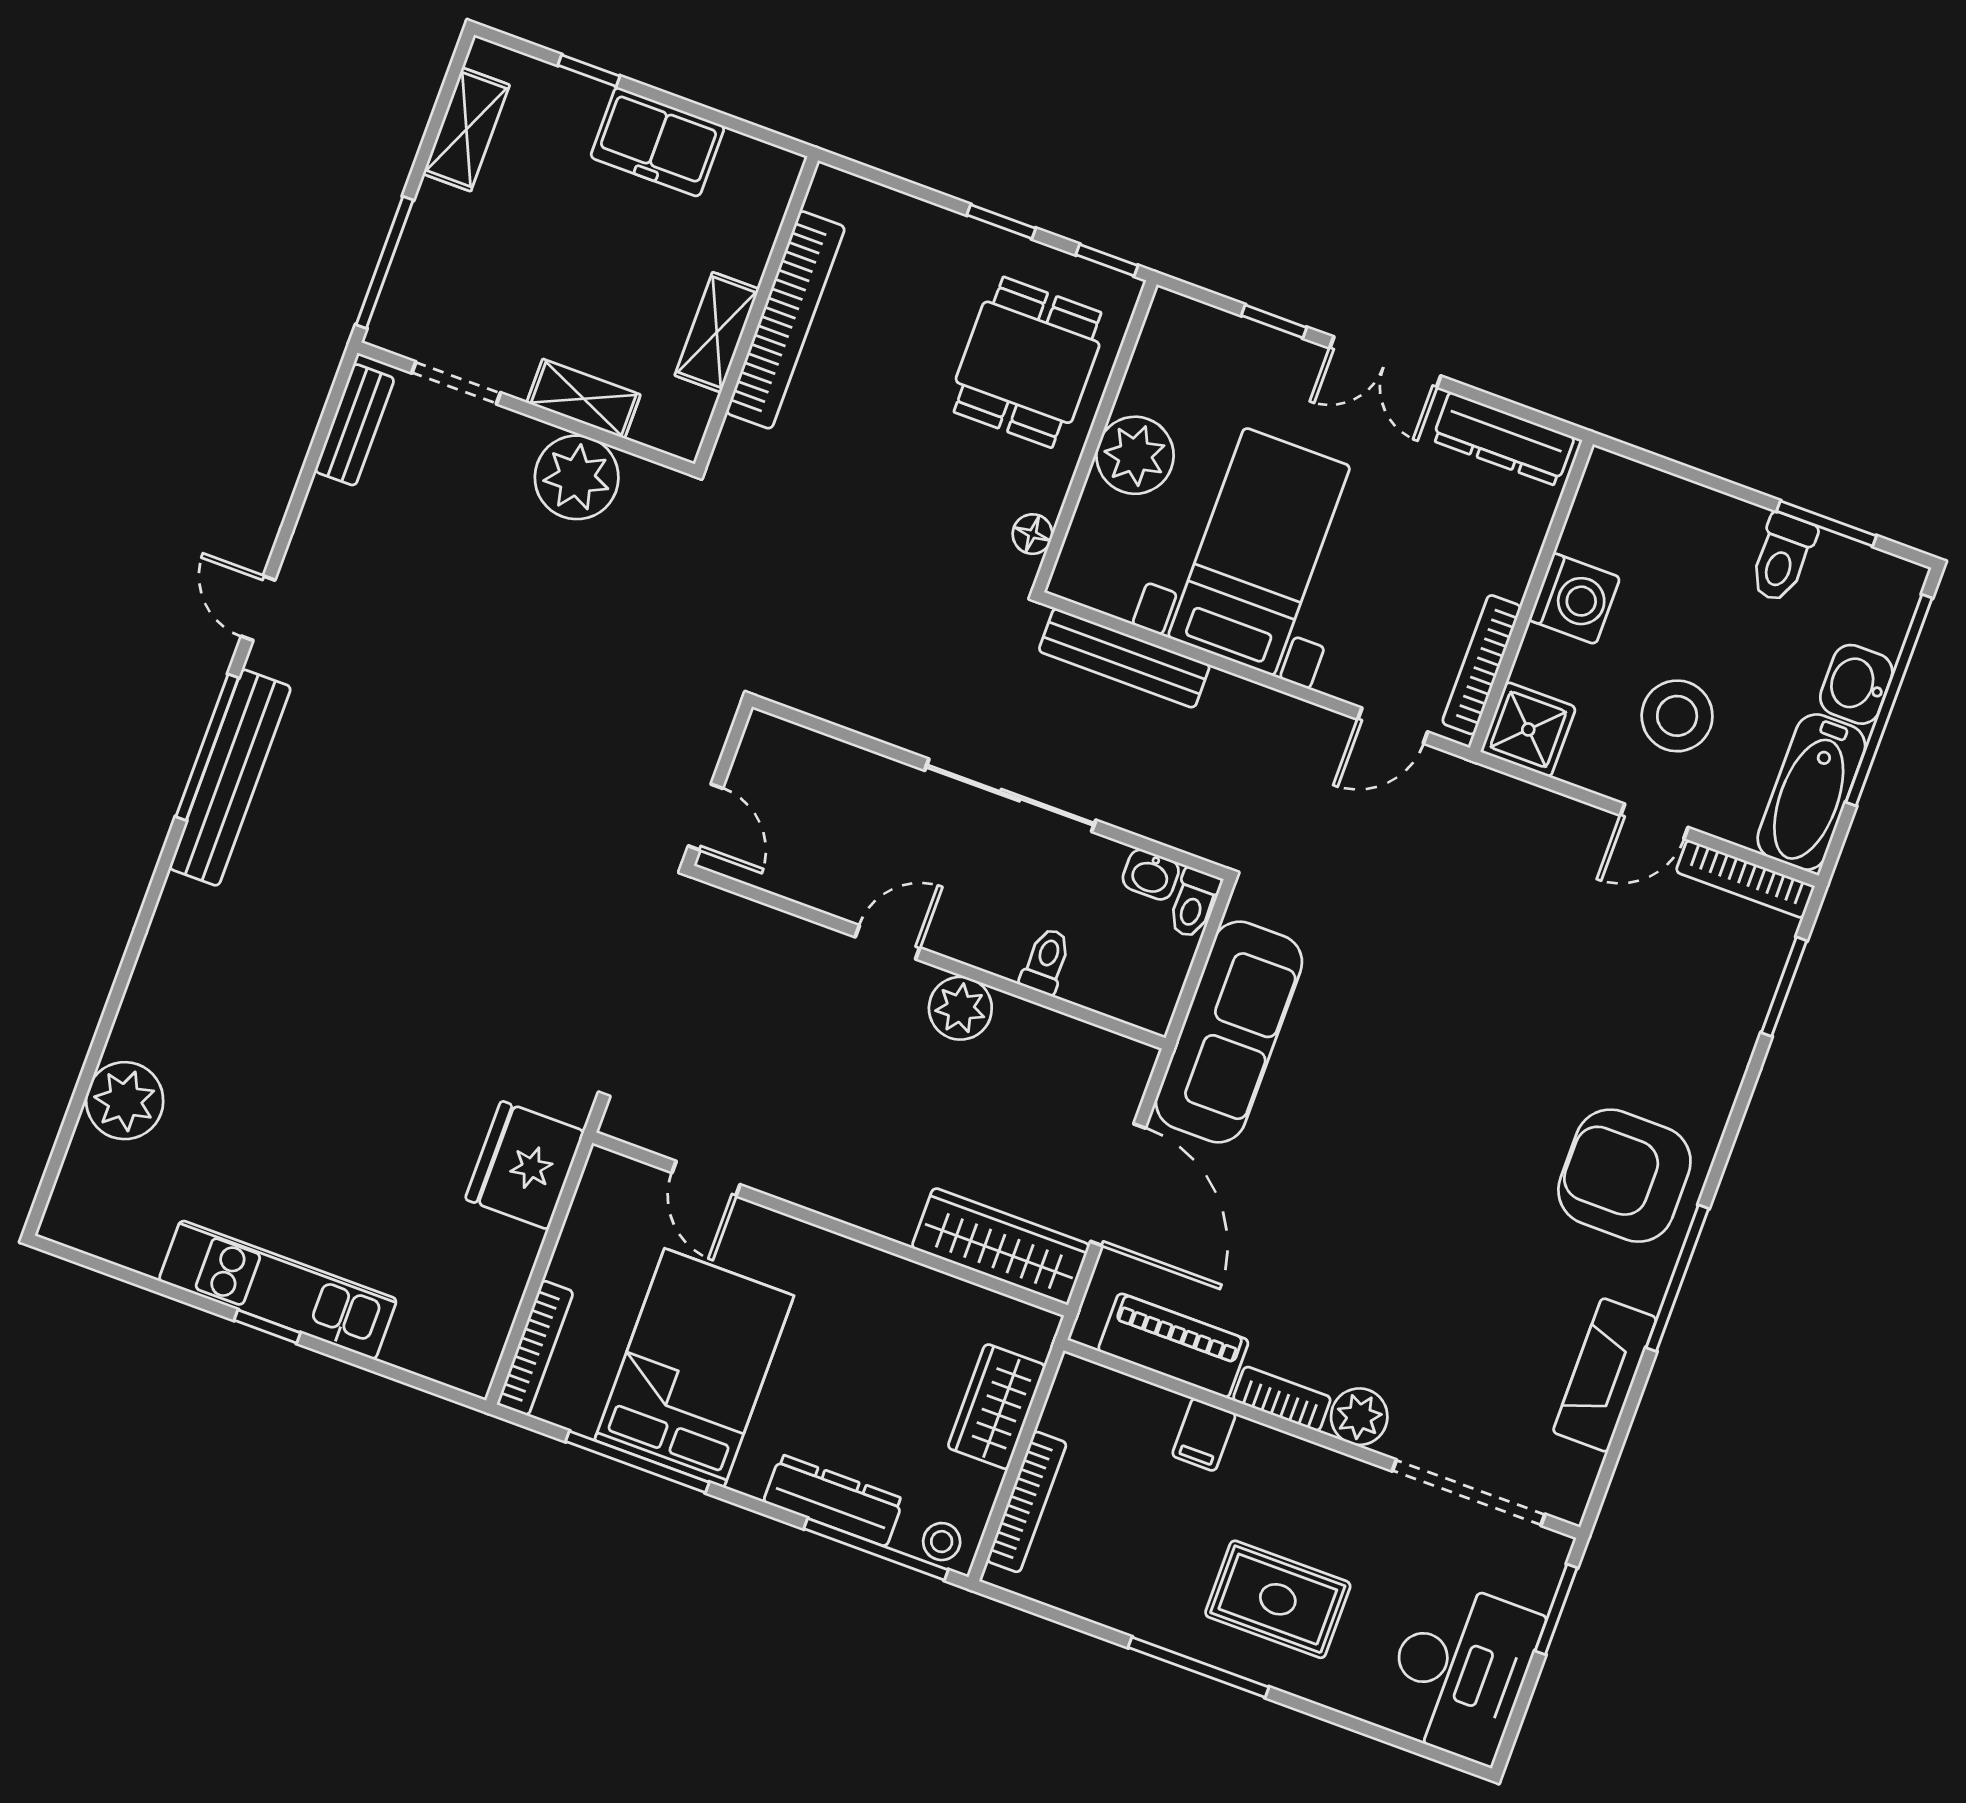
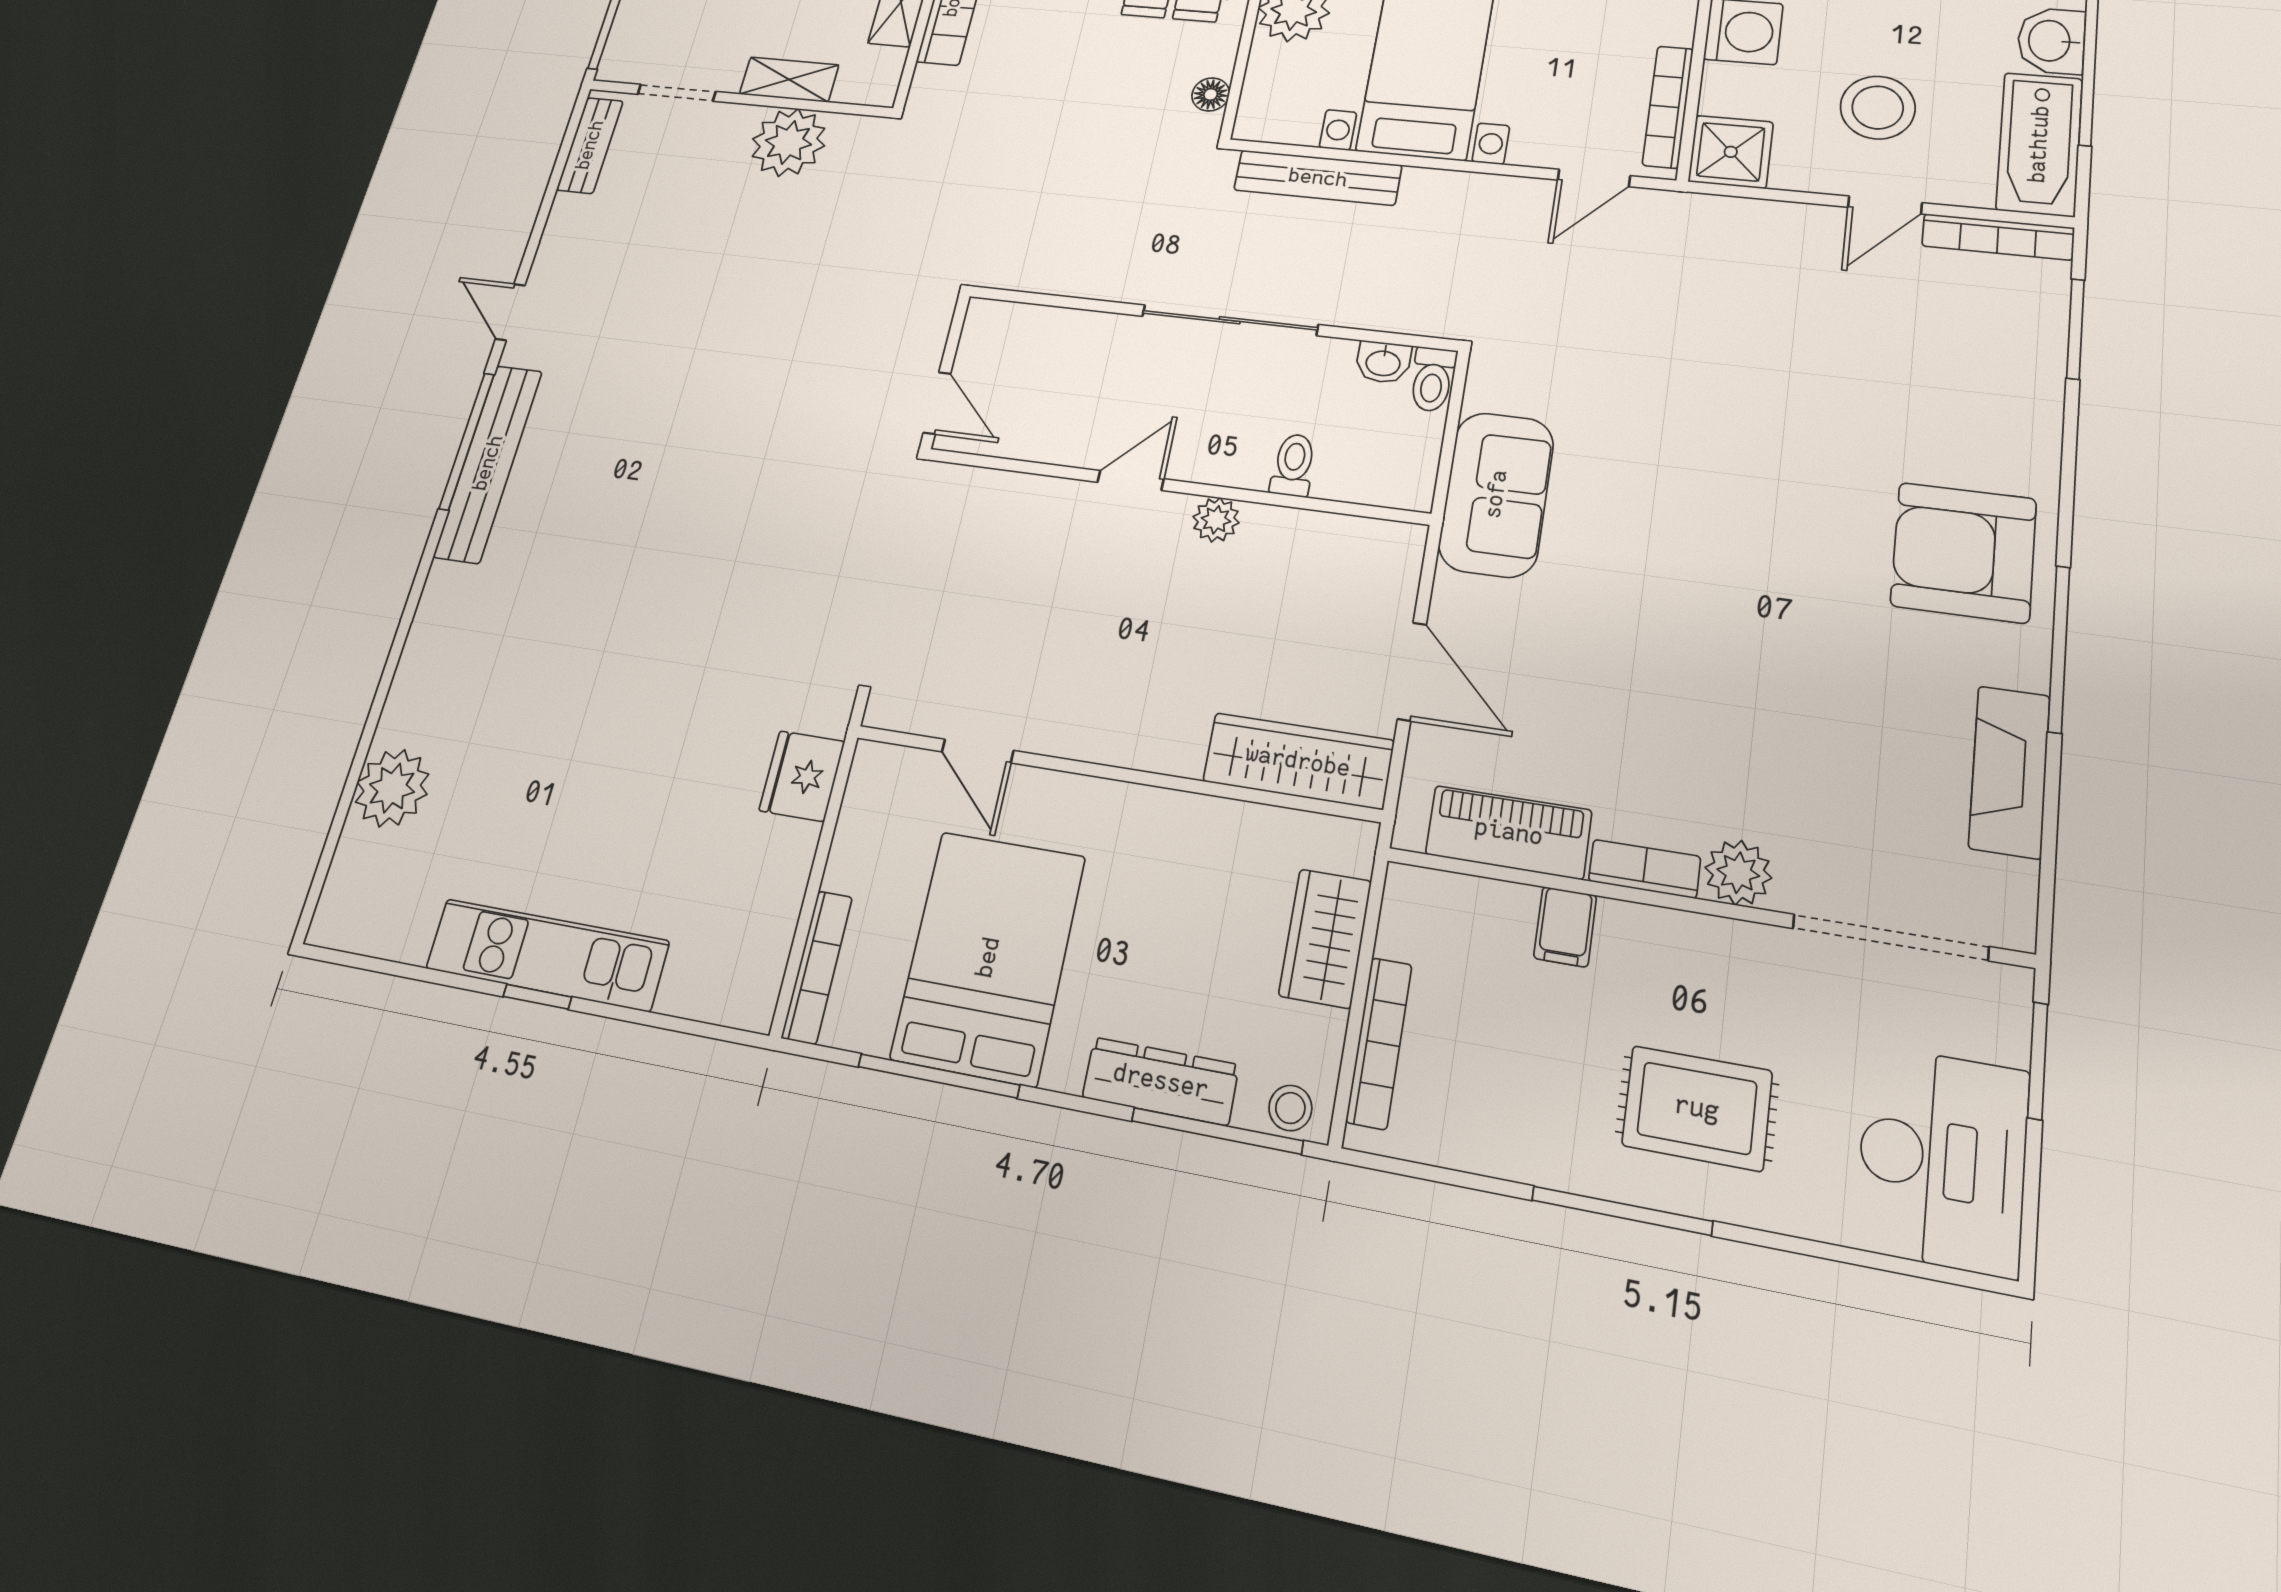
plant: (960, 1008) -> (1216, 520), width x0.73, depth x0.73
sofa: (1229, 1032) -> (1496, 494), width x0.73
fridge: (525, 1165) -> (802, 776), width x0.73, depth x0.75
door: (1118, 1185) -> (1412, 672), width x0.73

